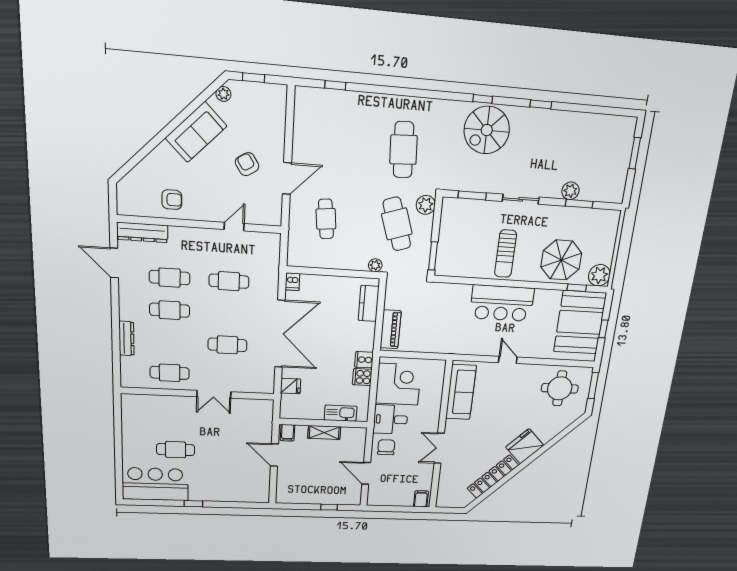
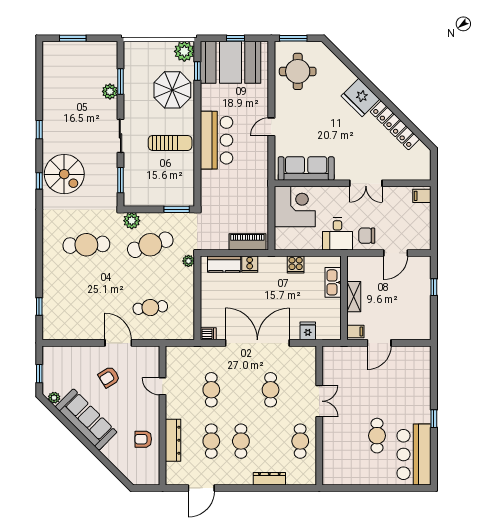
sofa: (196, 132) -> (86, 420), width x1.36
armchair: (172, 200) -> (143, 439), turned -90
dresser: (142, 232) -> (173, 440), moved
cooker: (364, 360) -> (250, 264), moved
corner desk: (398, 384) -> (295, 207), moved, turned 90

